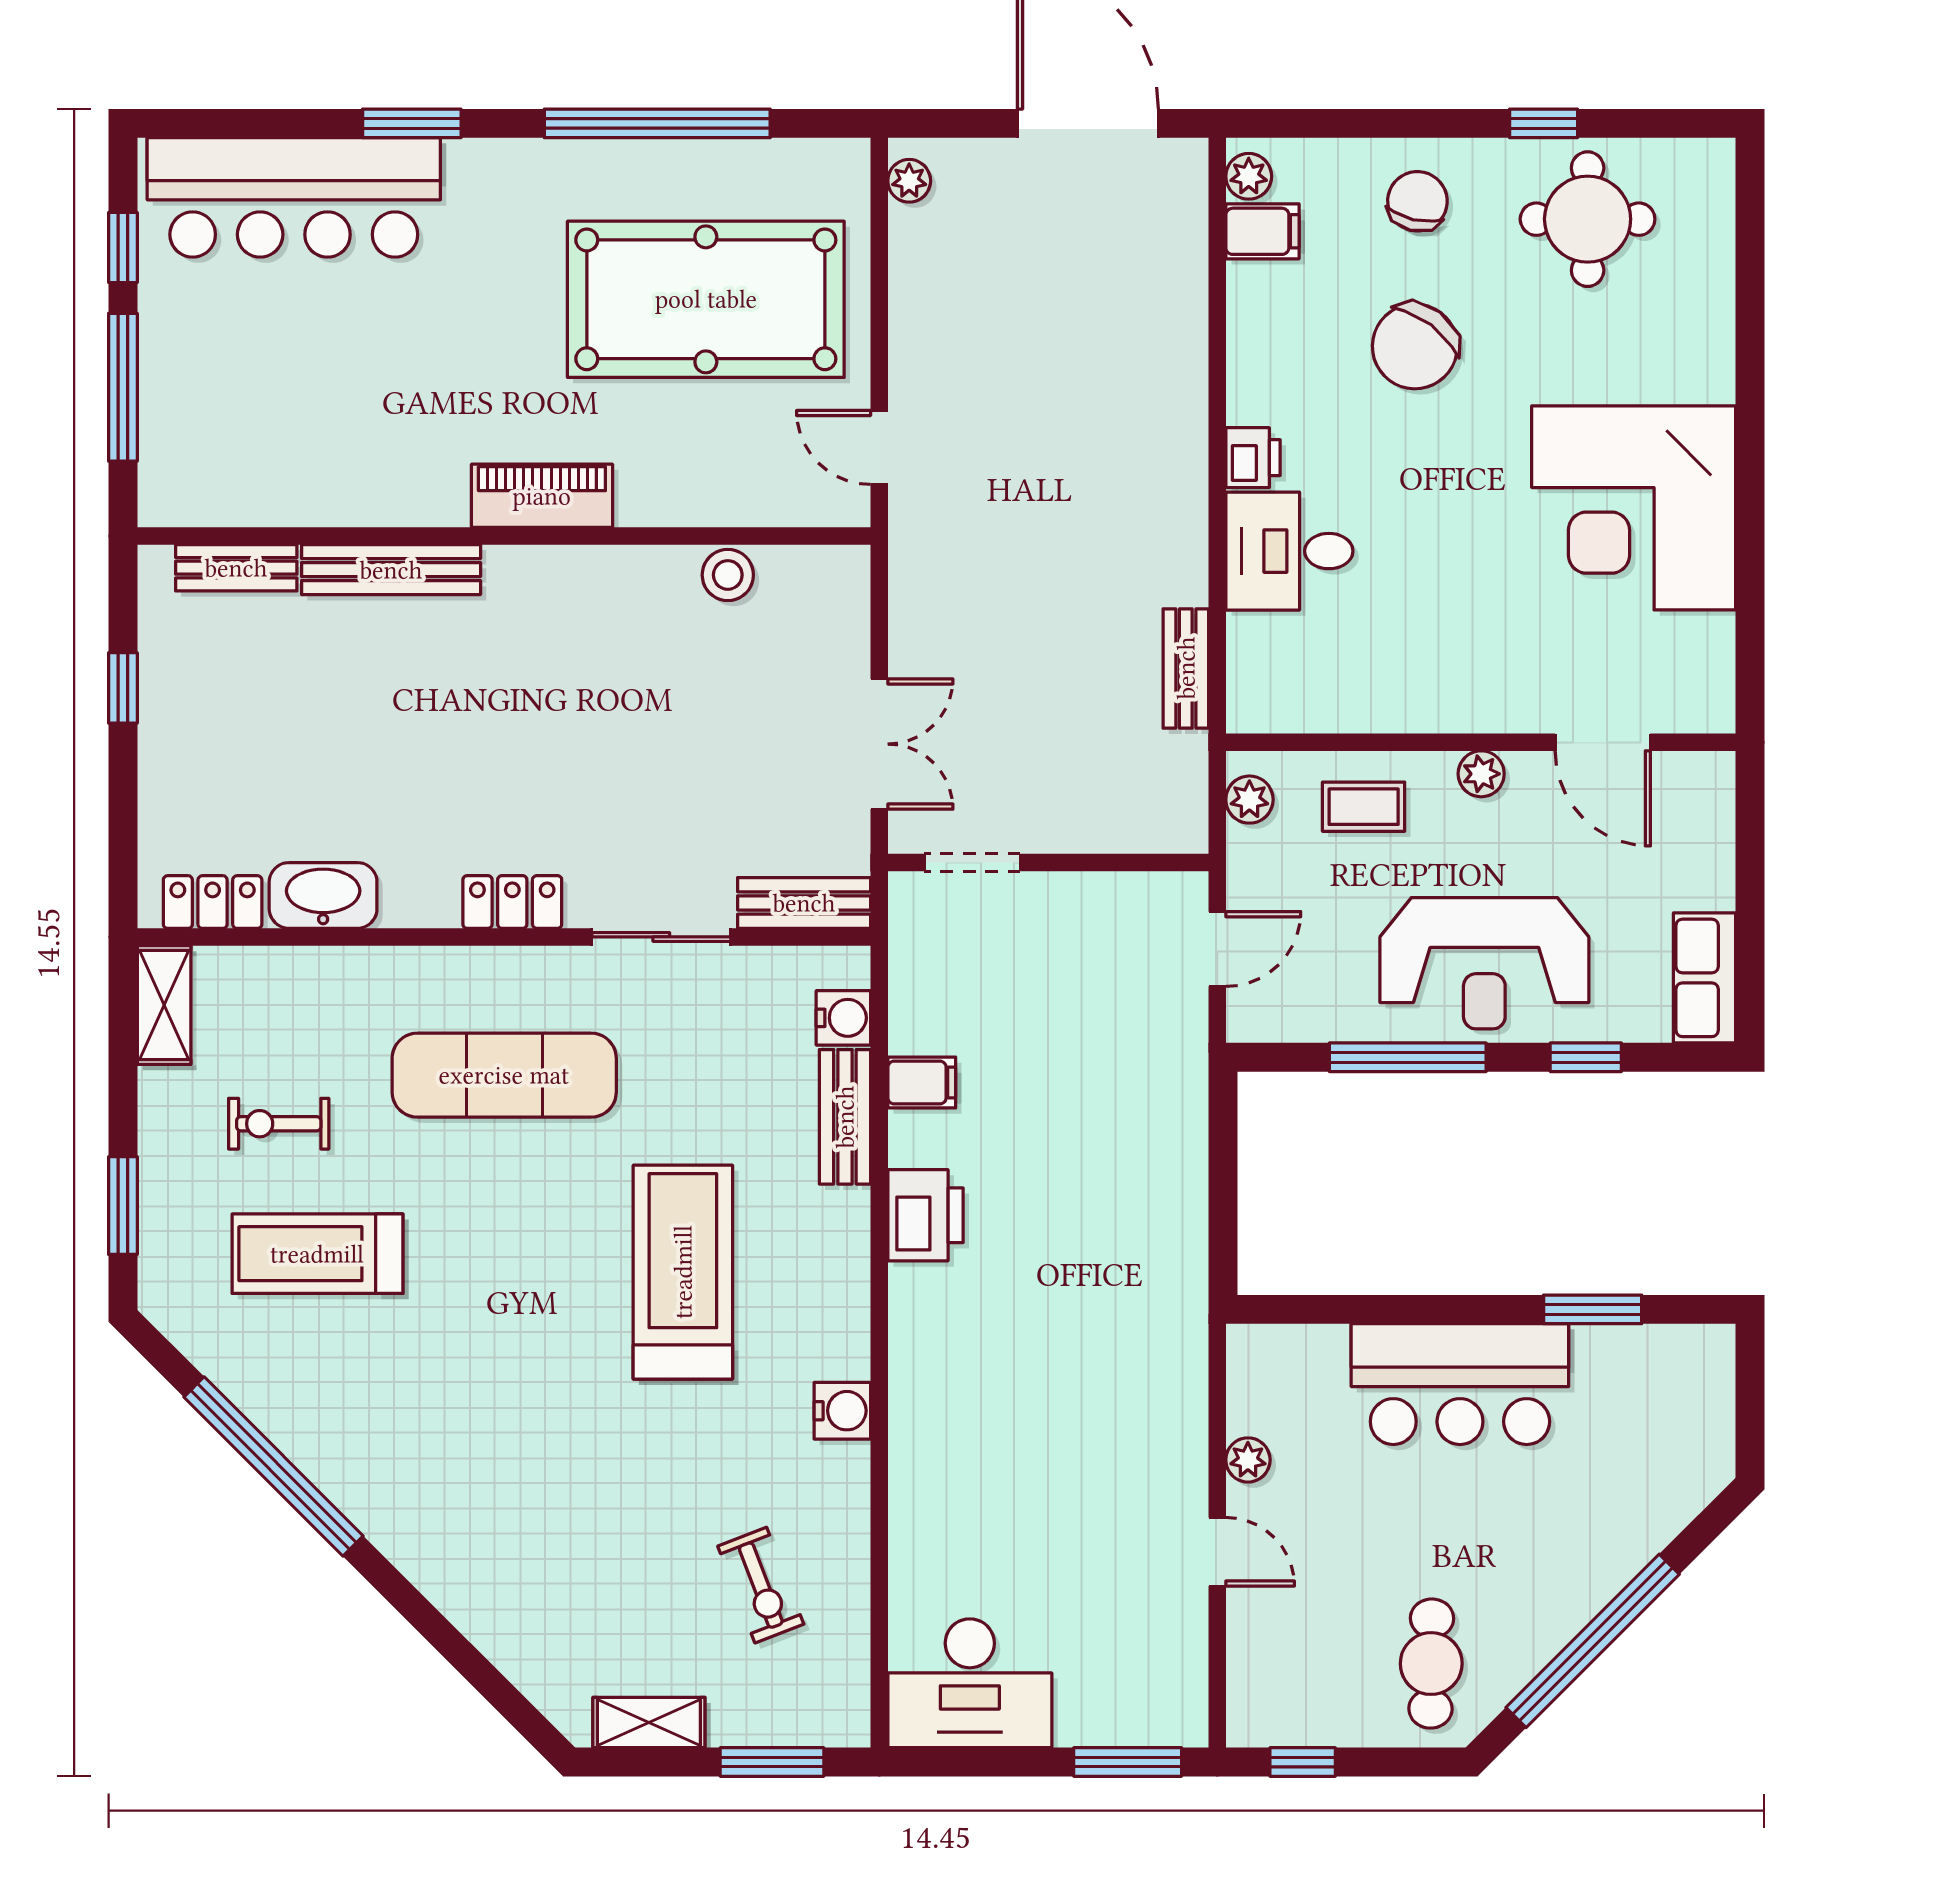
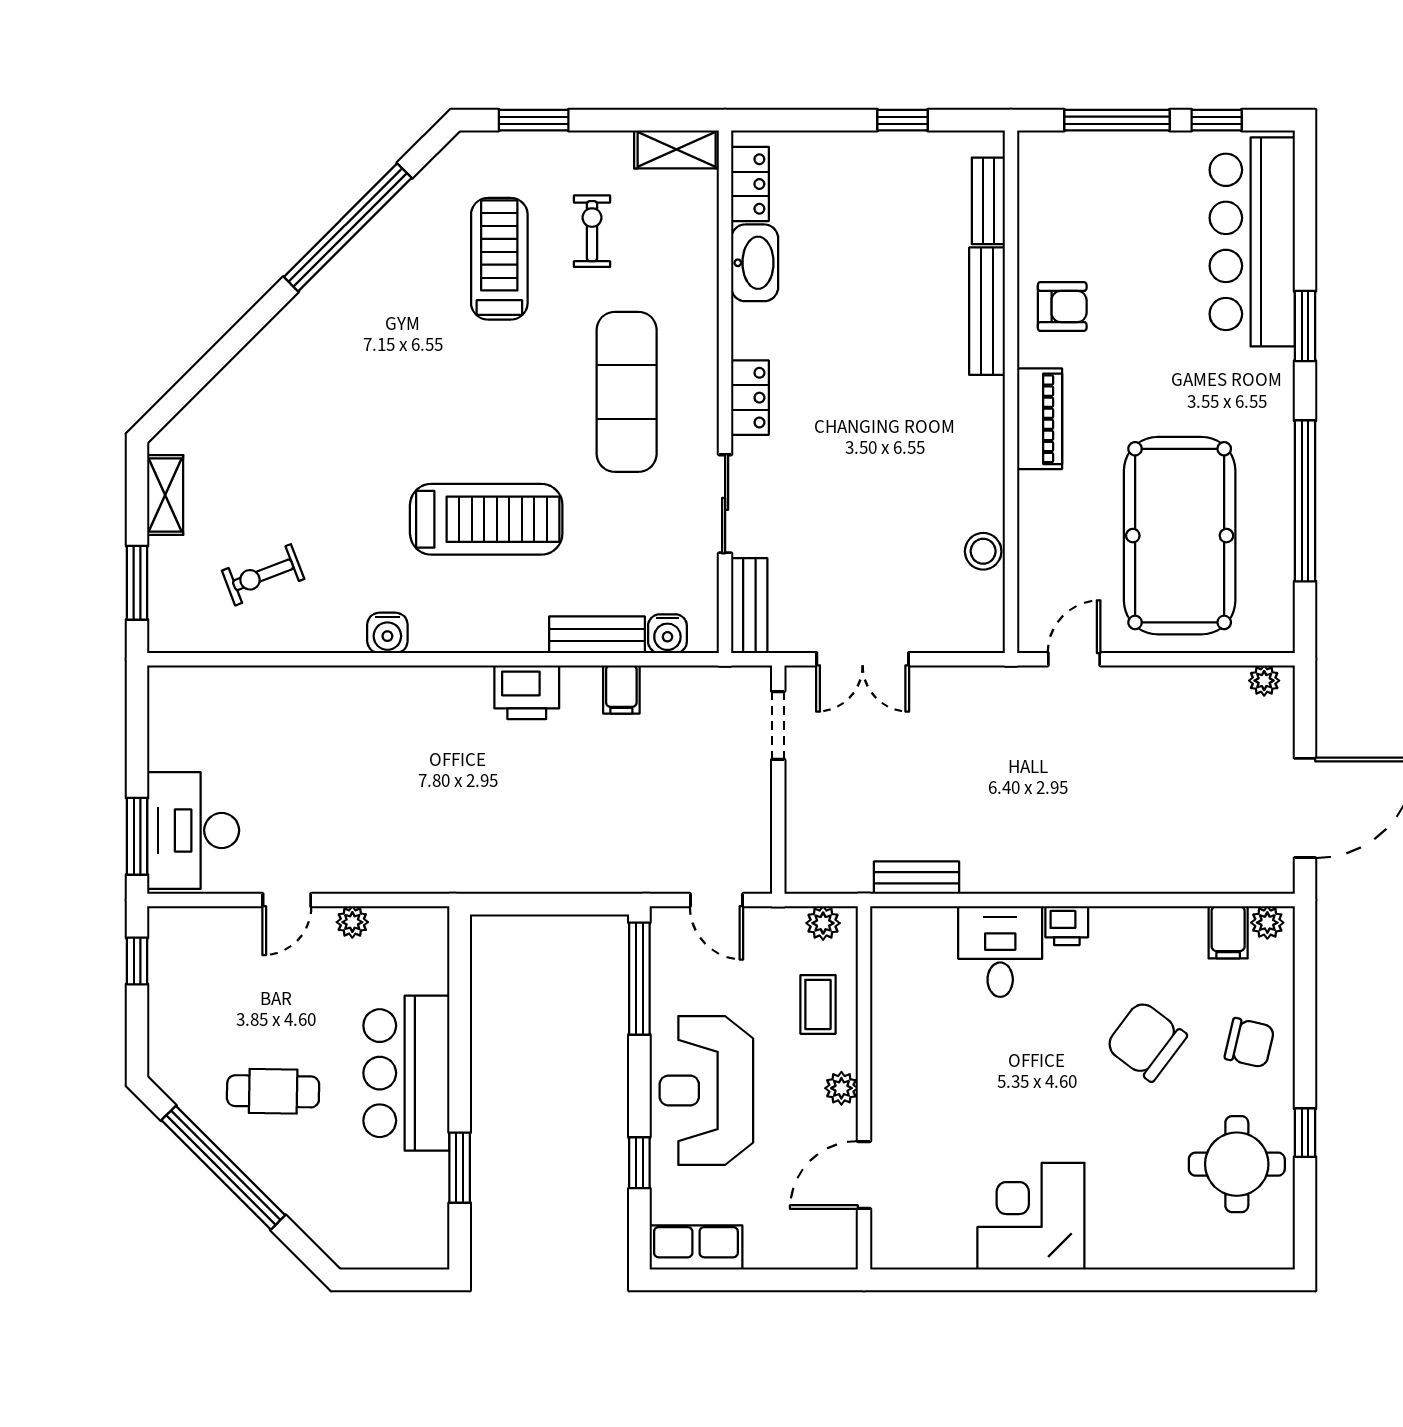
armchair: (384, 464) -> (1062, 306), added
corner desk: (1634, 508) -> (1031, 1216), width x0.74, depth x0.74
window: (1408, 1057) -> (639, 979), moved
cafe table: (1431, 1664) -> (273, 1091), moved
desk: (970, 1683) -> (193, 830), moved

